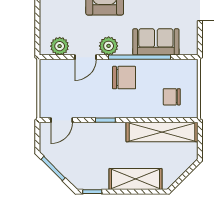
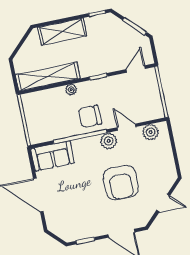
sofa: (156, 42) -> (53, 156), moved
door: (85, 57) -> (126, 127), hinge flipped
chair: (172, 97) -> (46, 108), removed
plant: (139, 112) -> (71, 90), added

